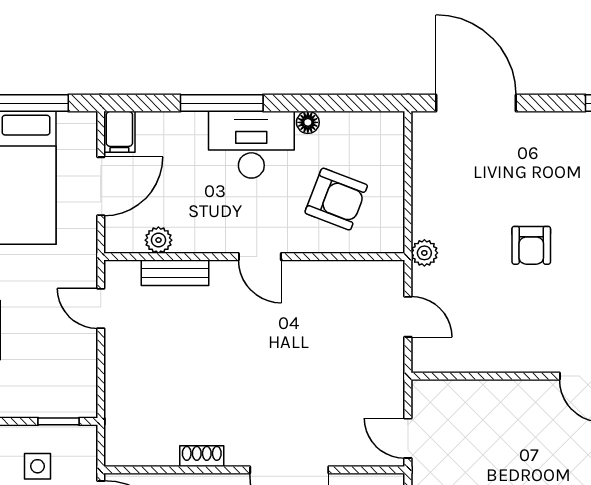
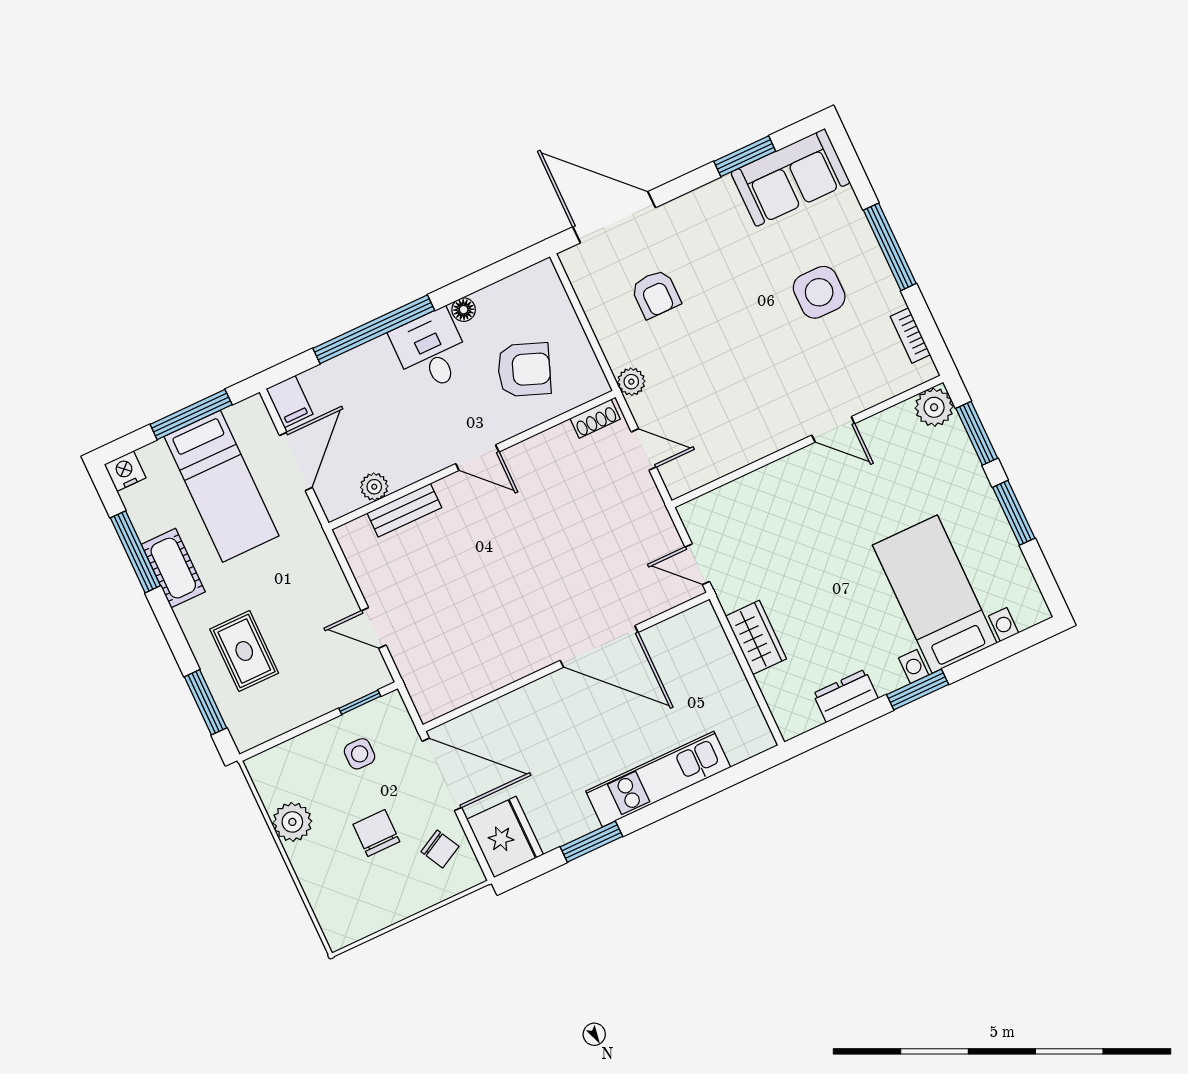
window: (222, 103) -> (374, 329), width x1.46
desk: (251, 145) -> (431, 351), width x0.73
armchair: (531, 245) -> (656, 294), moved
door: (101, 308) -> (374, 628), moved
shoe rack: (202, 456) -> (595, 419), moved, turned 180

